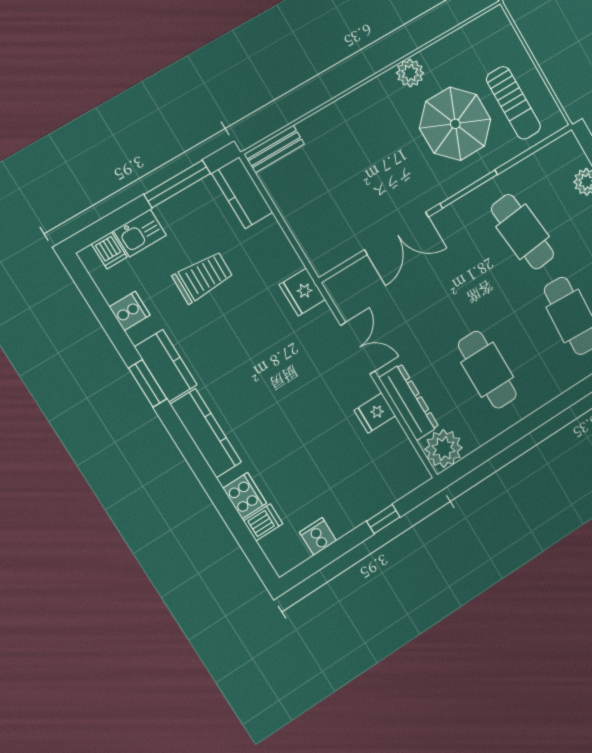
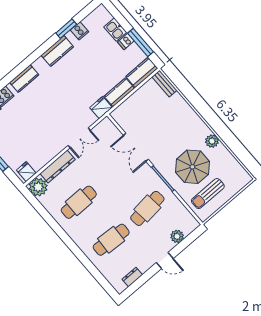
kitchen counter: (277, 248) -> (119, 92), added
dishwasher: (109, 250) -> (126, 41), moved
trolley: (203, 277) -> (100, 61), removed
window: (148, 383) -> (66, 29), moved
fridge: (375, 413) -> (26, 172), moved
kitchen counter: (206, 433) -> (24, 79), width x0.67

